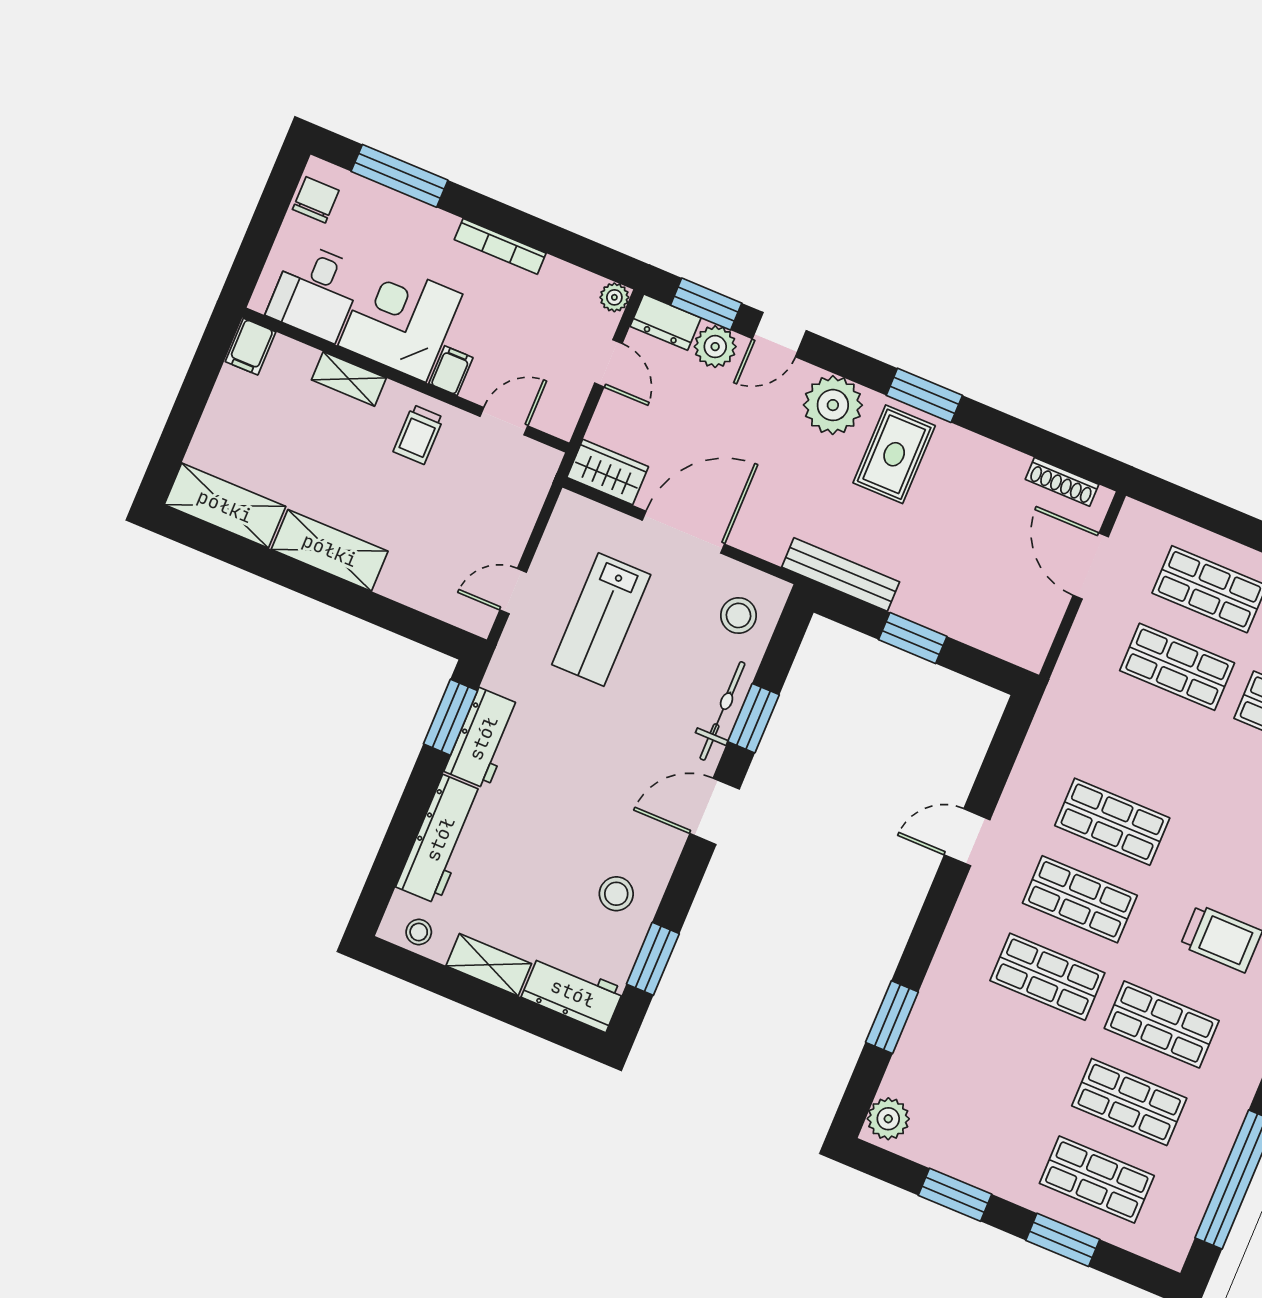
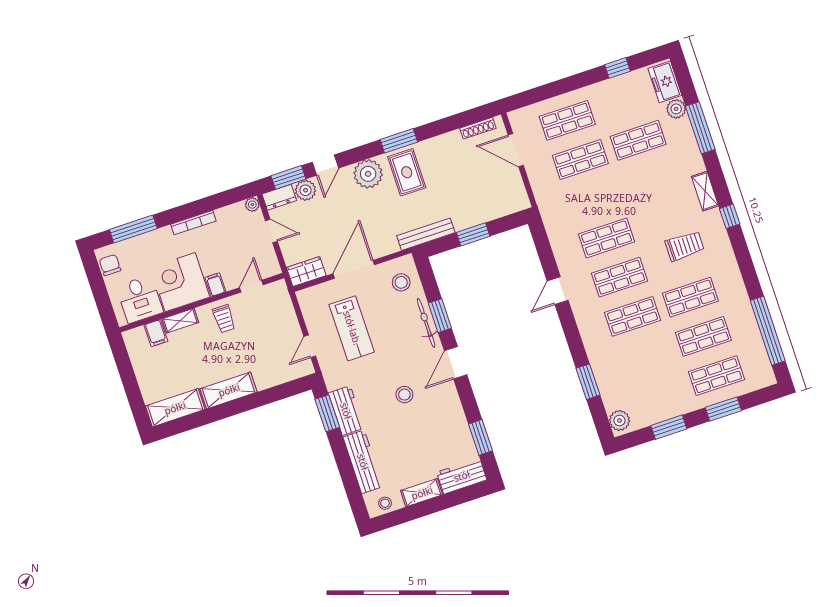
filing cabinet: (251, 347) -> (156, 333), moved
stool: (616, 894) -> (404, 395), moved

